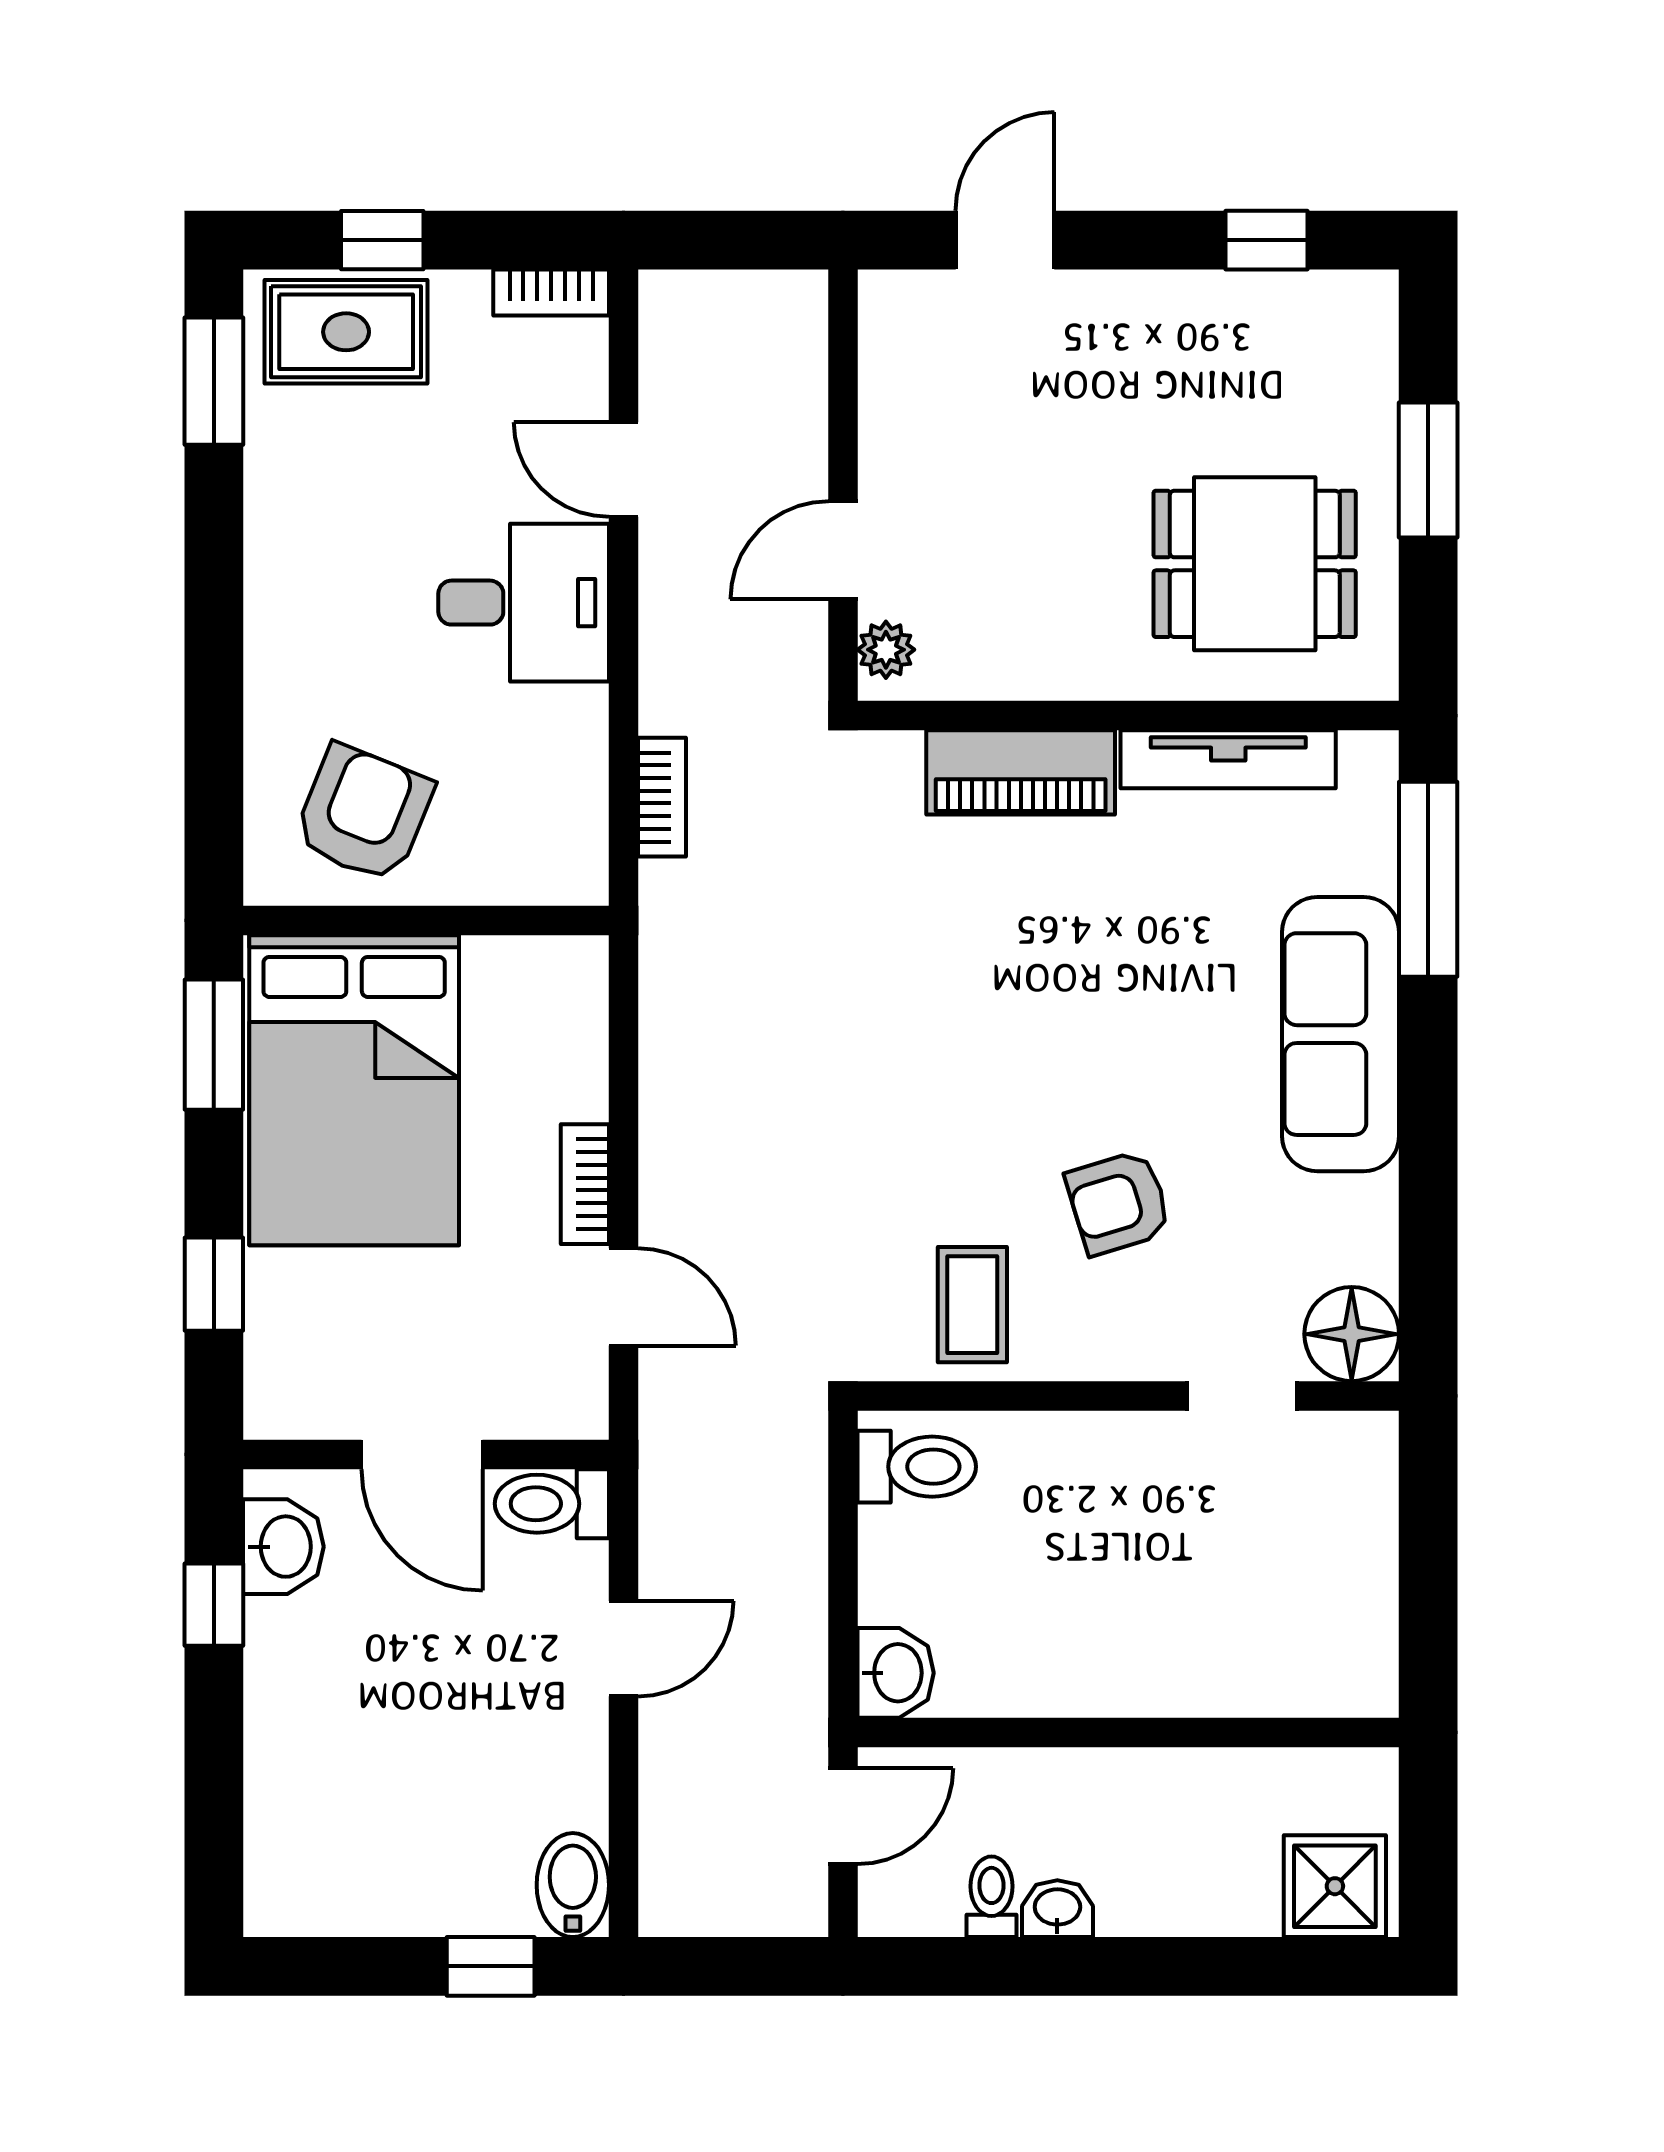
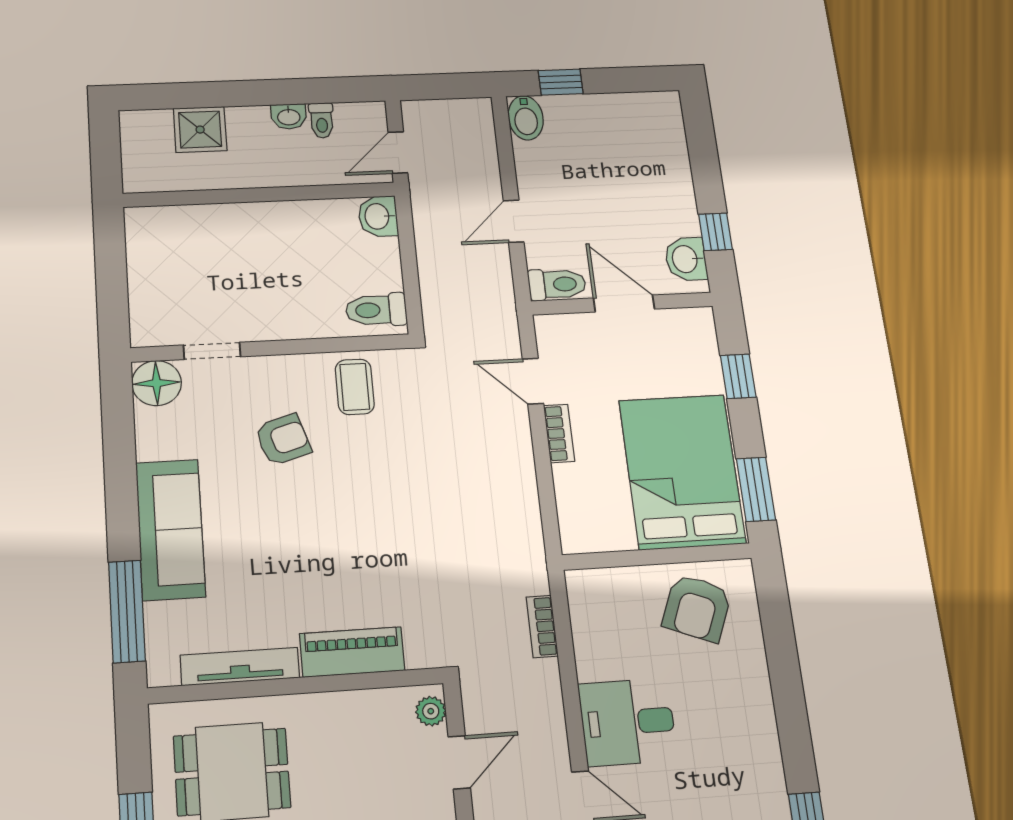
shower: (1335, 1886) -> (200, 130), moved

